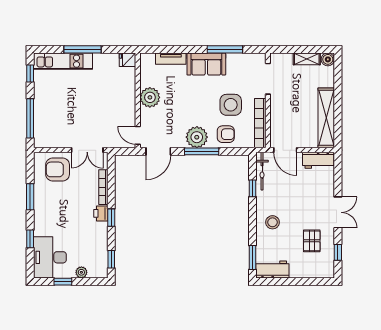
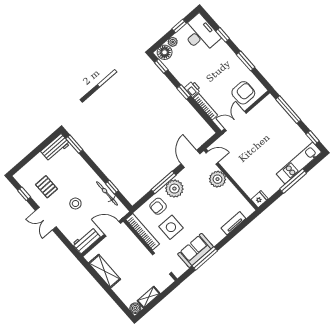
sofa: (206, 64) -> (195, 250), moved
plant: (150, 97) -> (218, 179), moved
shelving: (326, 118) -> (105, 271), width x0.68
bicycle: (262, 171) -> (107, 193), moved
stool: (272, 222) -> (75, 204), moved
floor lamp: (97, 269) -> (165, 52), added

